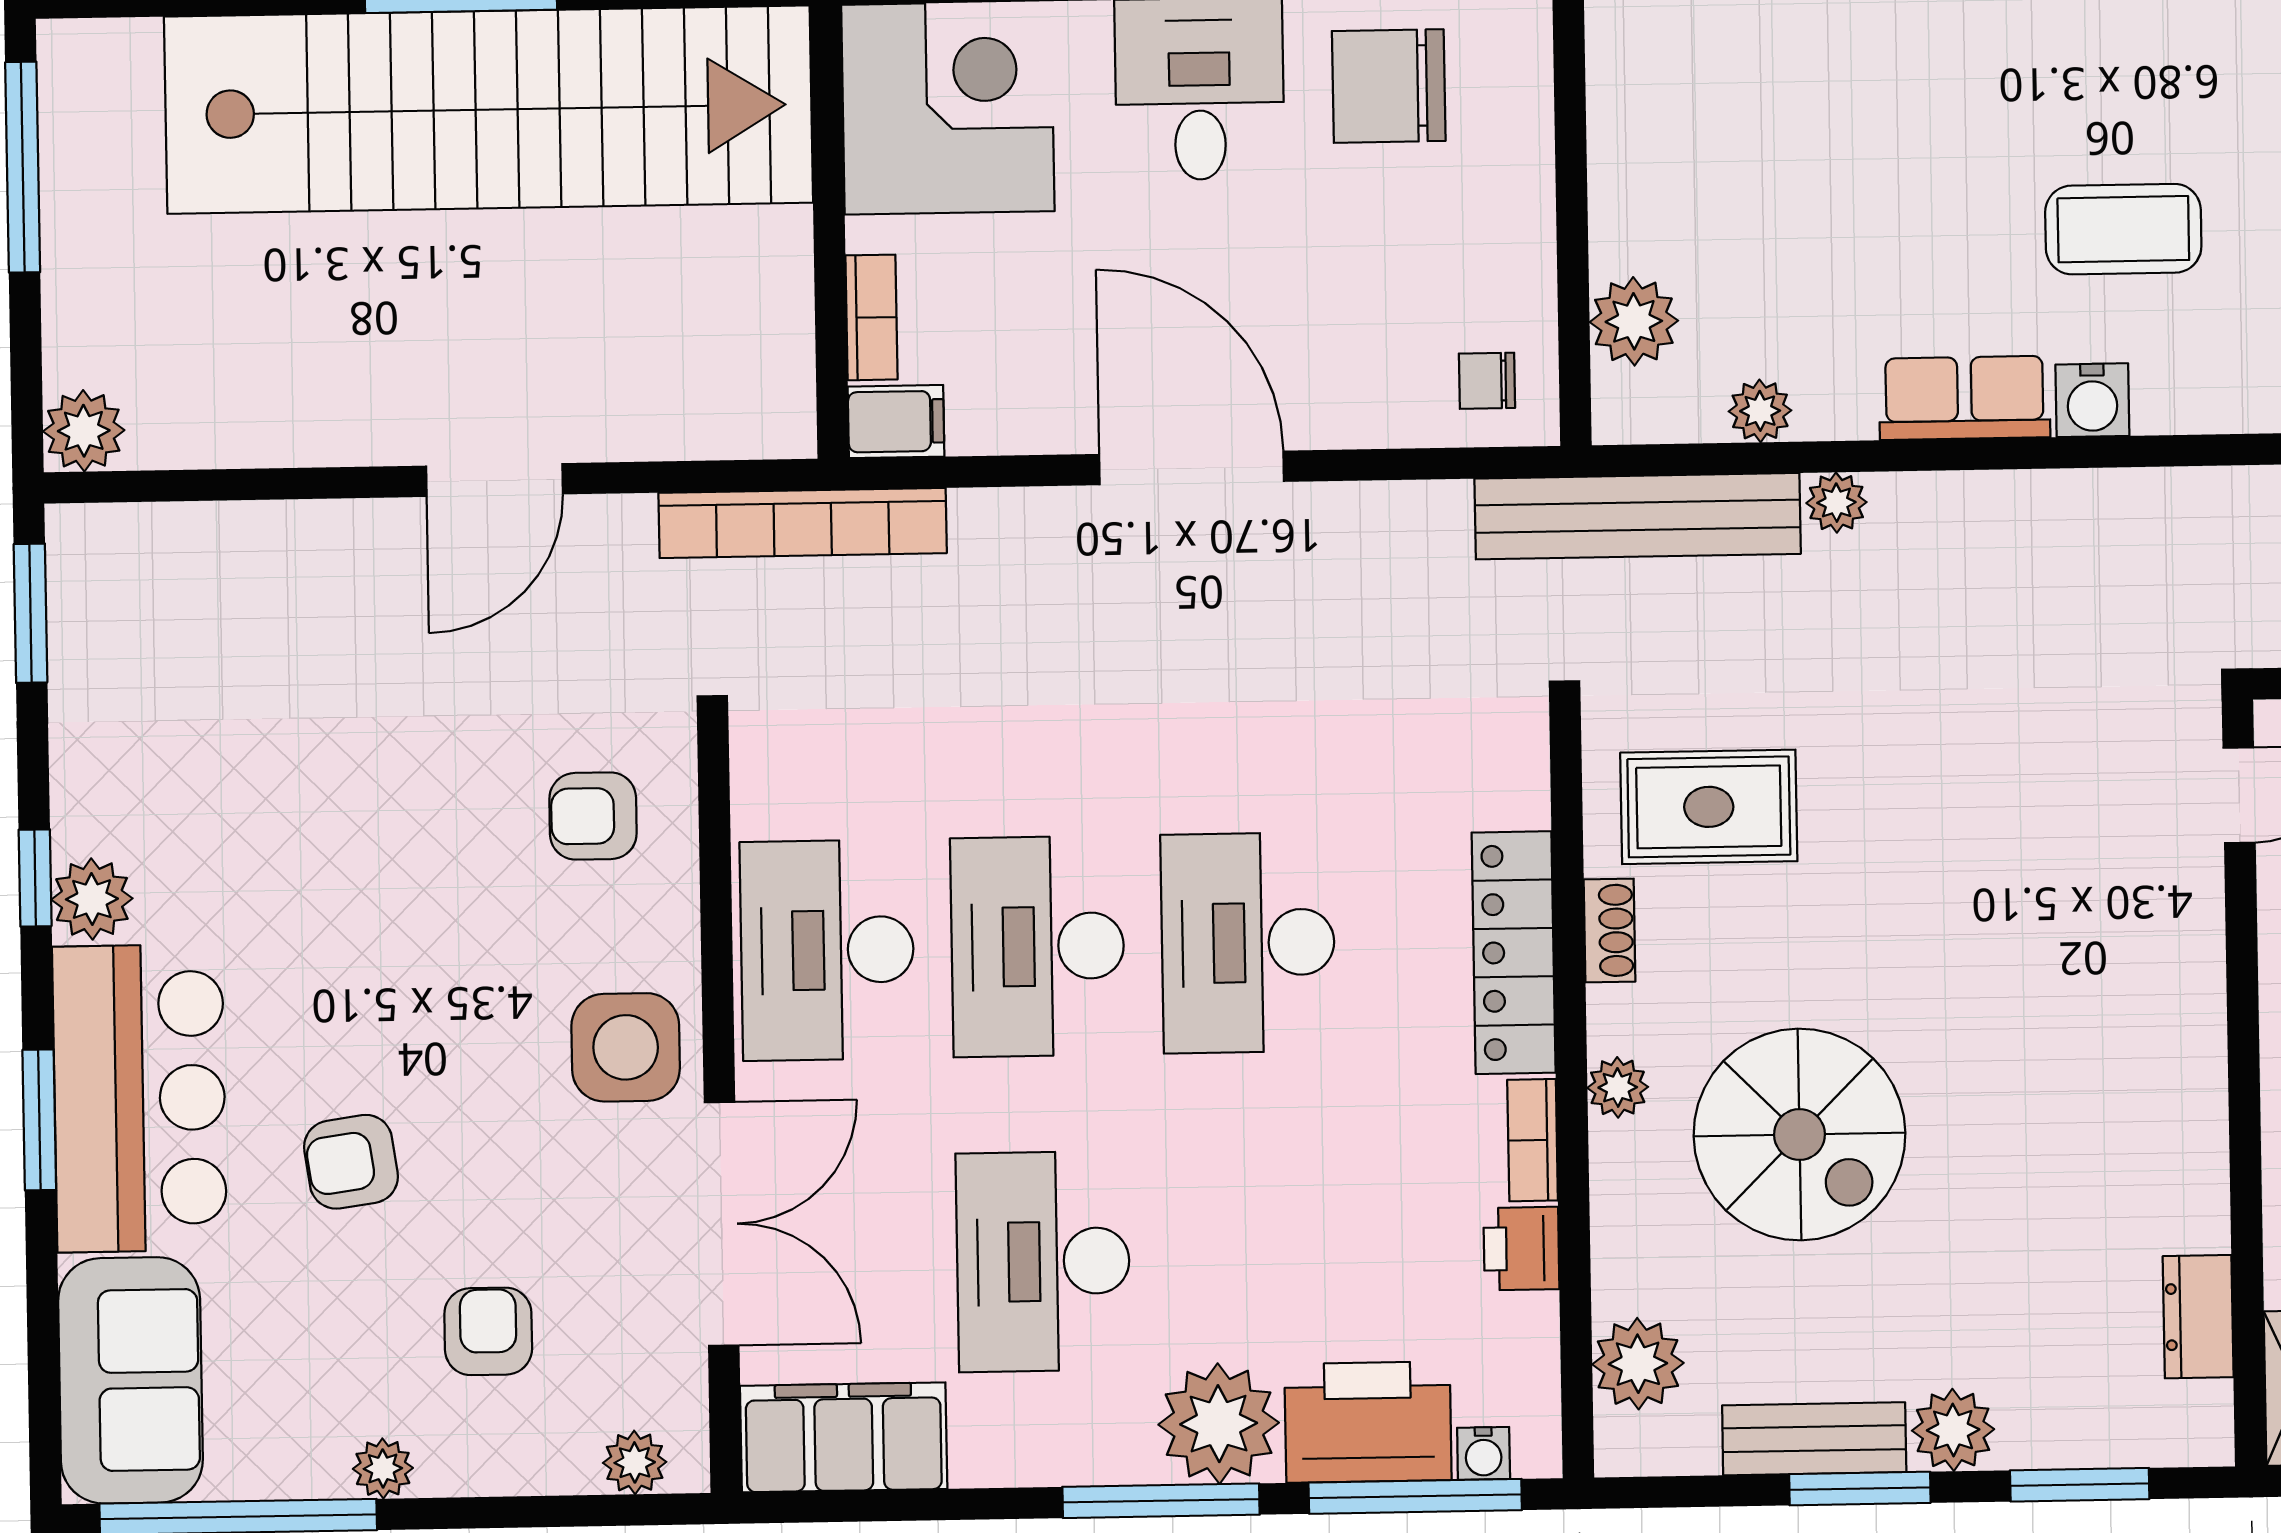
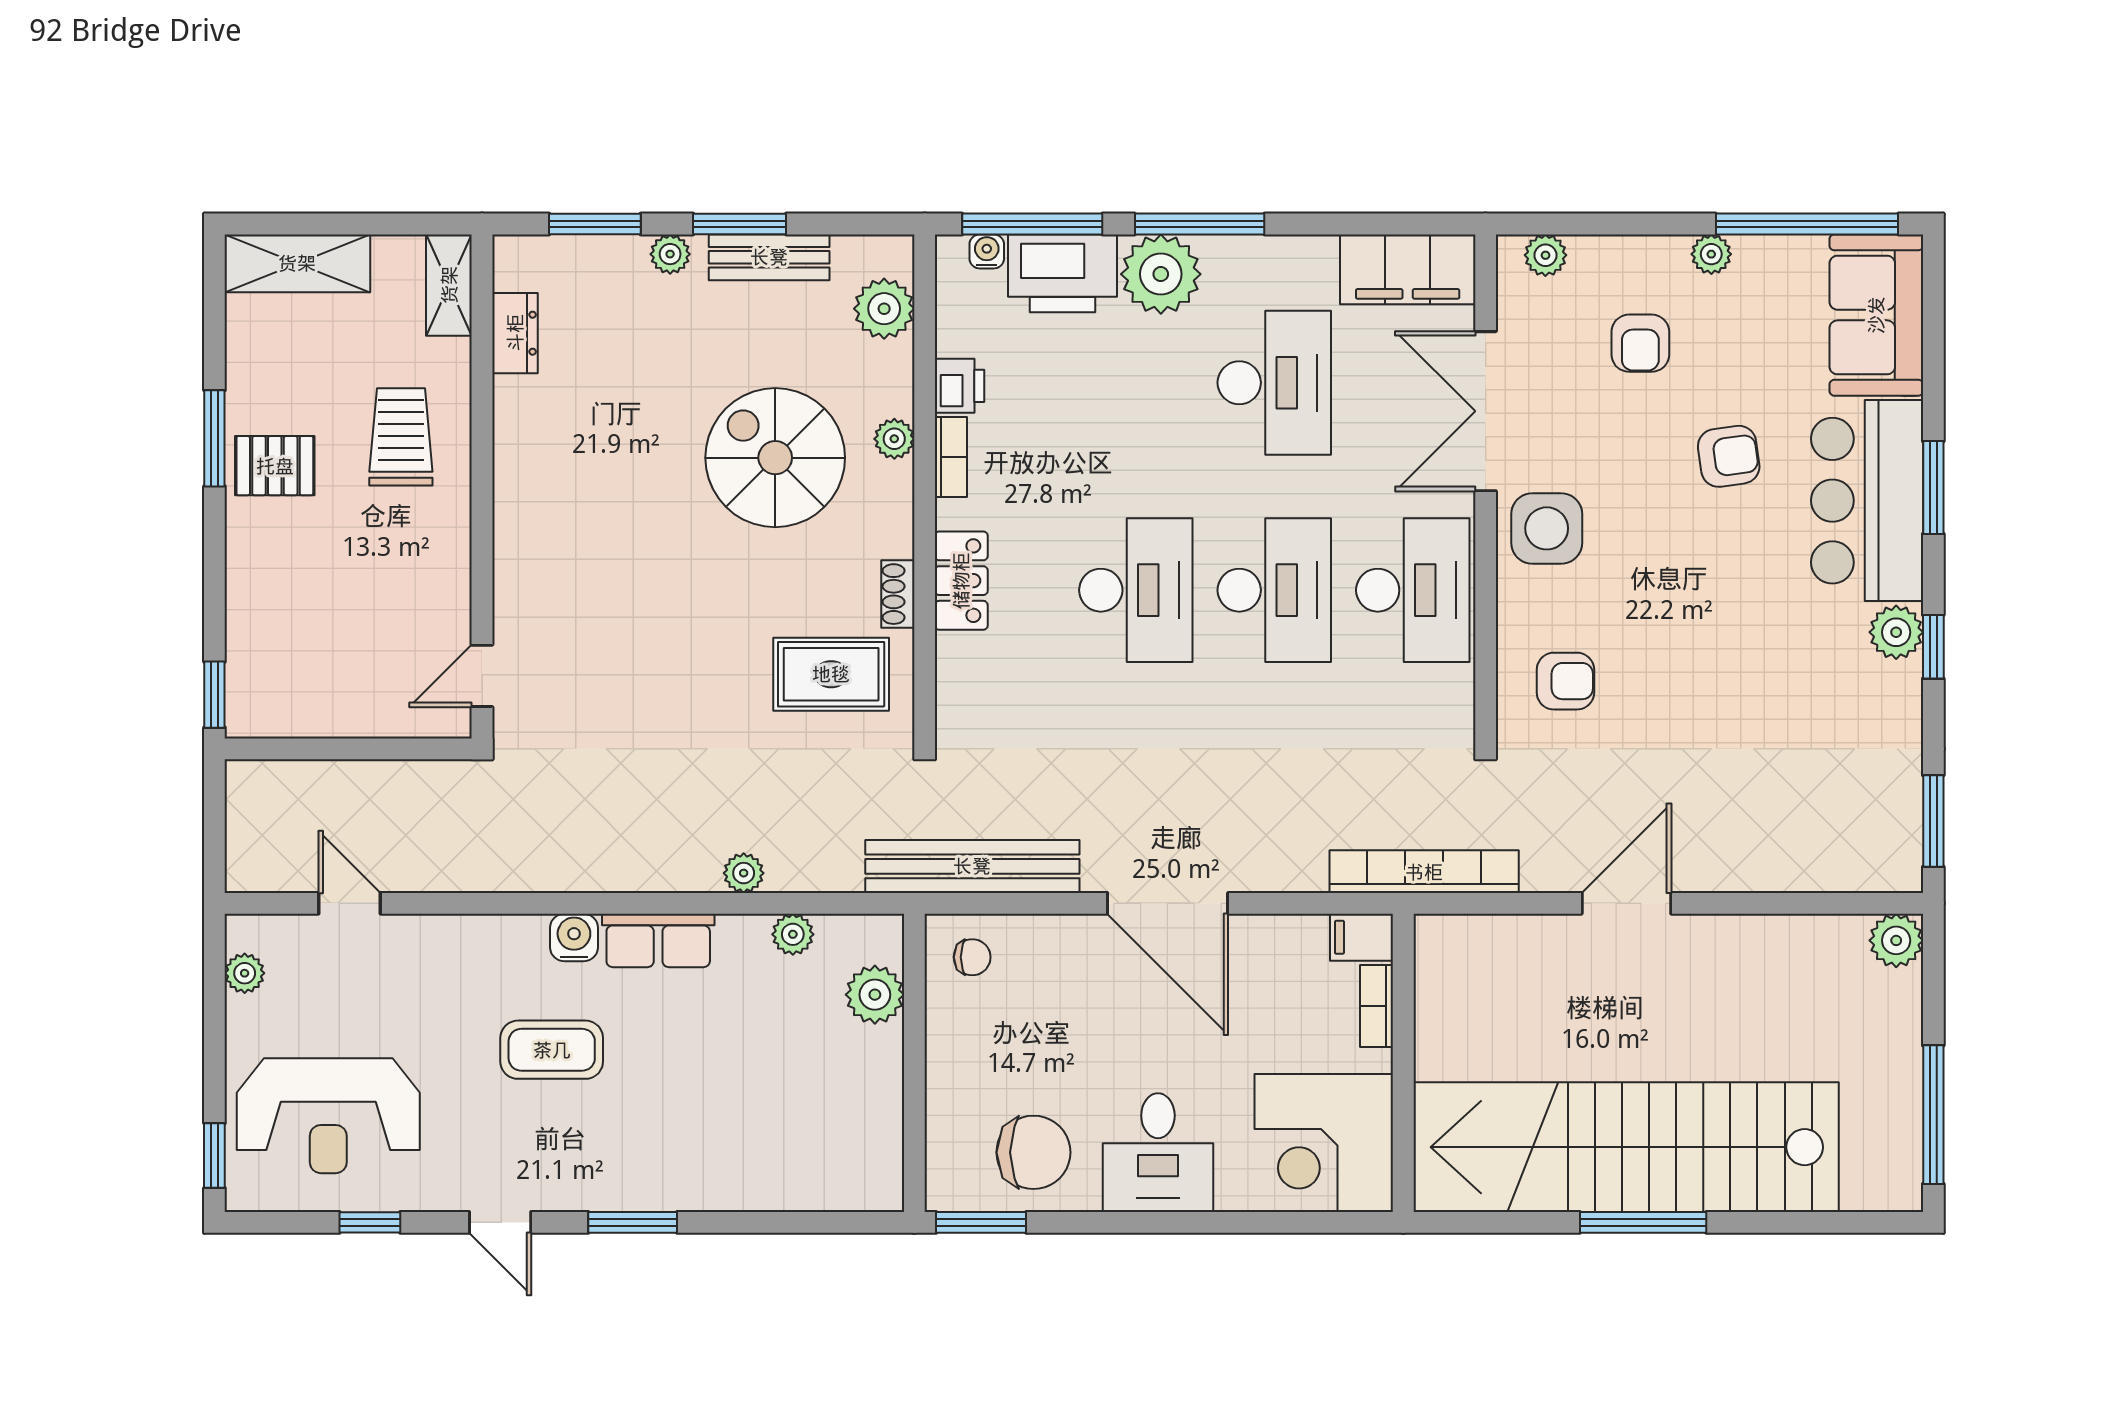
bench: (1638, 516) -> (972, 866), moved
locker: (1514, 953) -> (961, 581), width x0.66
plant: (1618, 1087) -> (894, 439), moved
plant: (1953, 1430) -> (670, 254), width x0.73, depth x0.73

